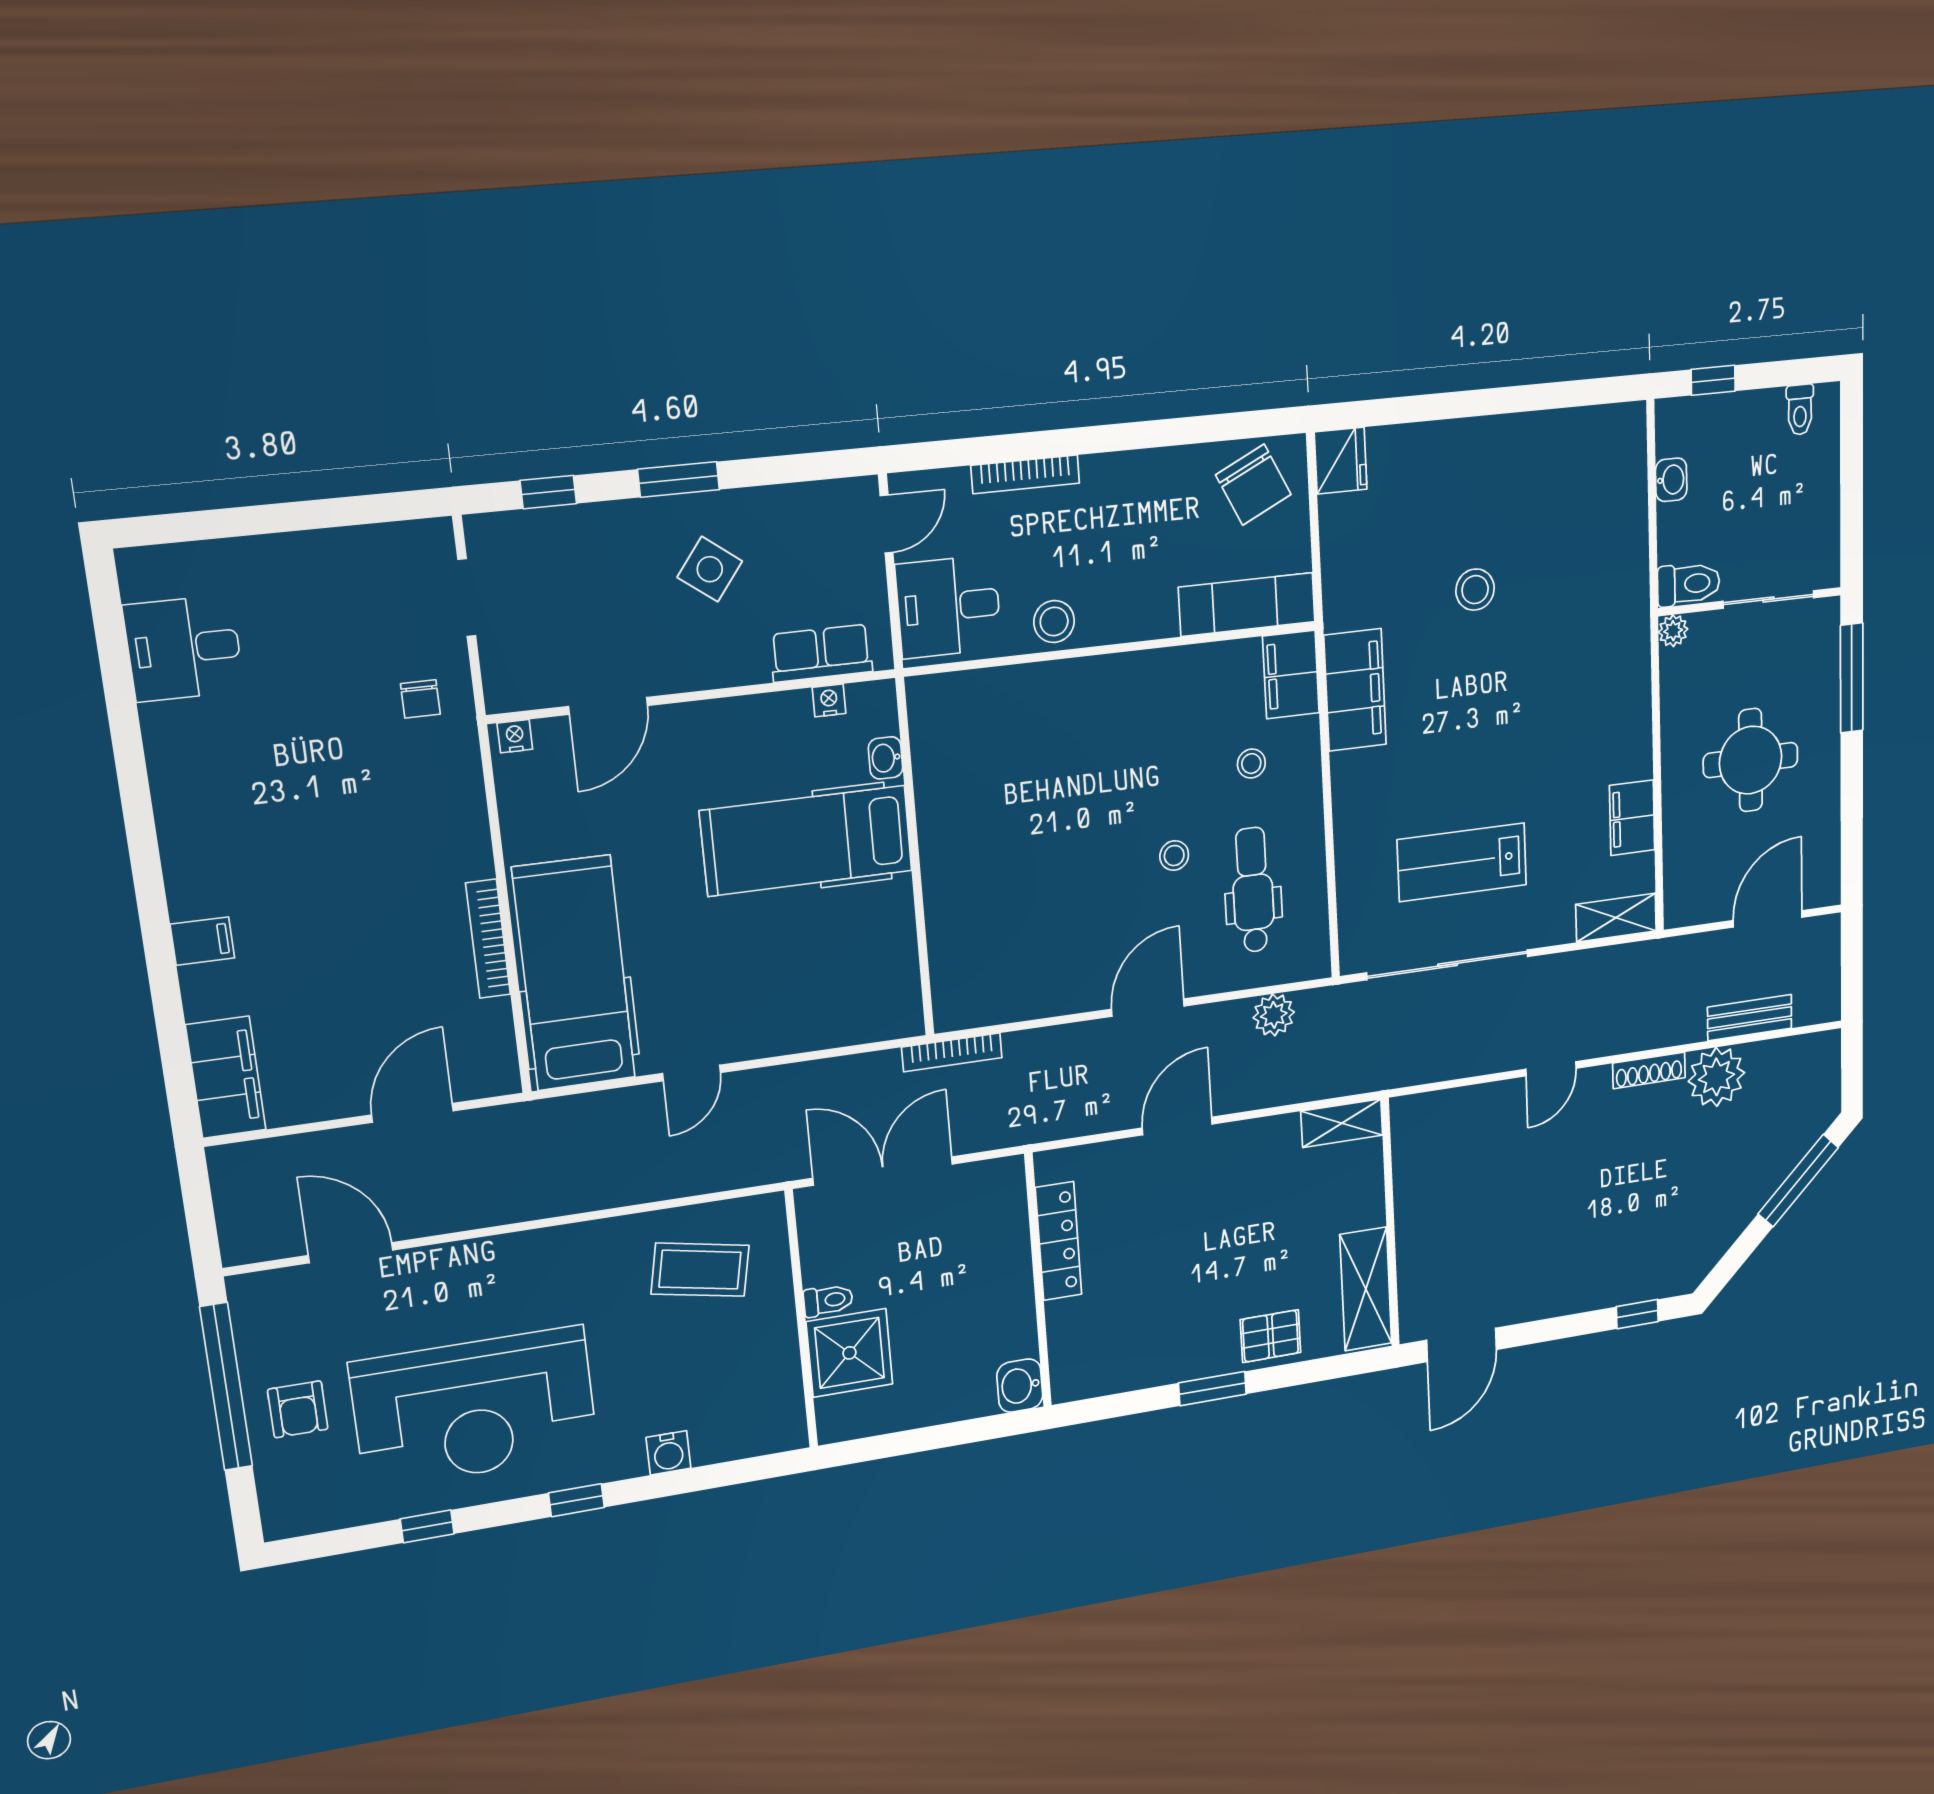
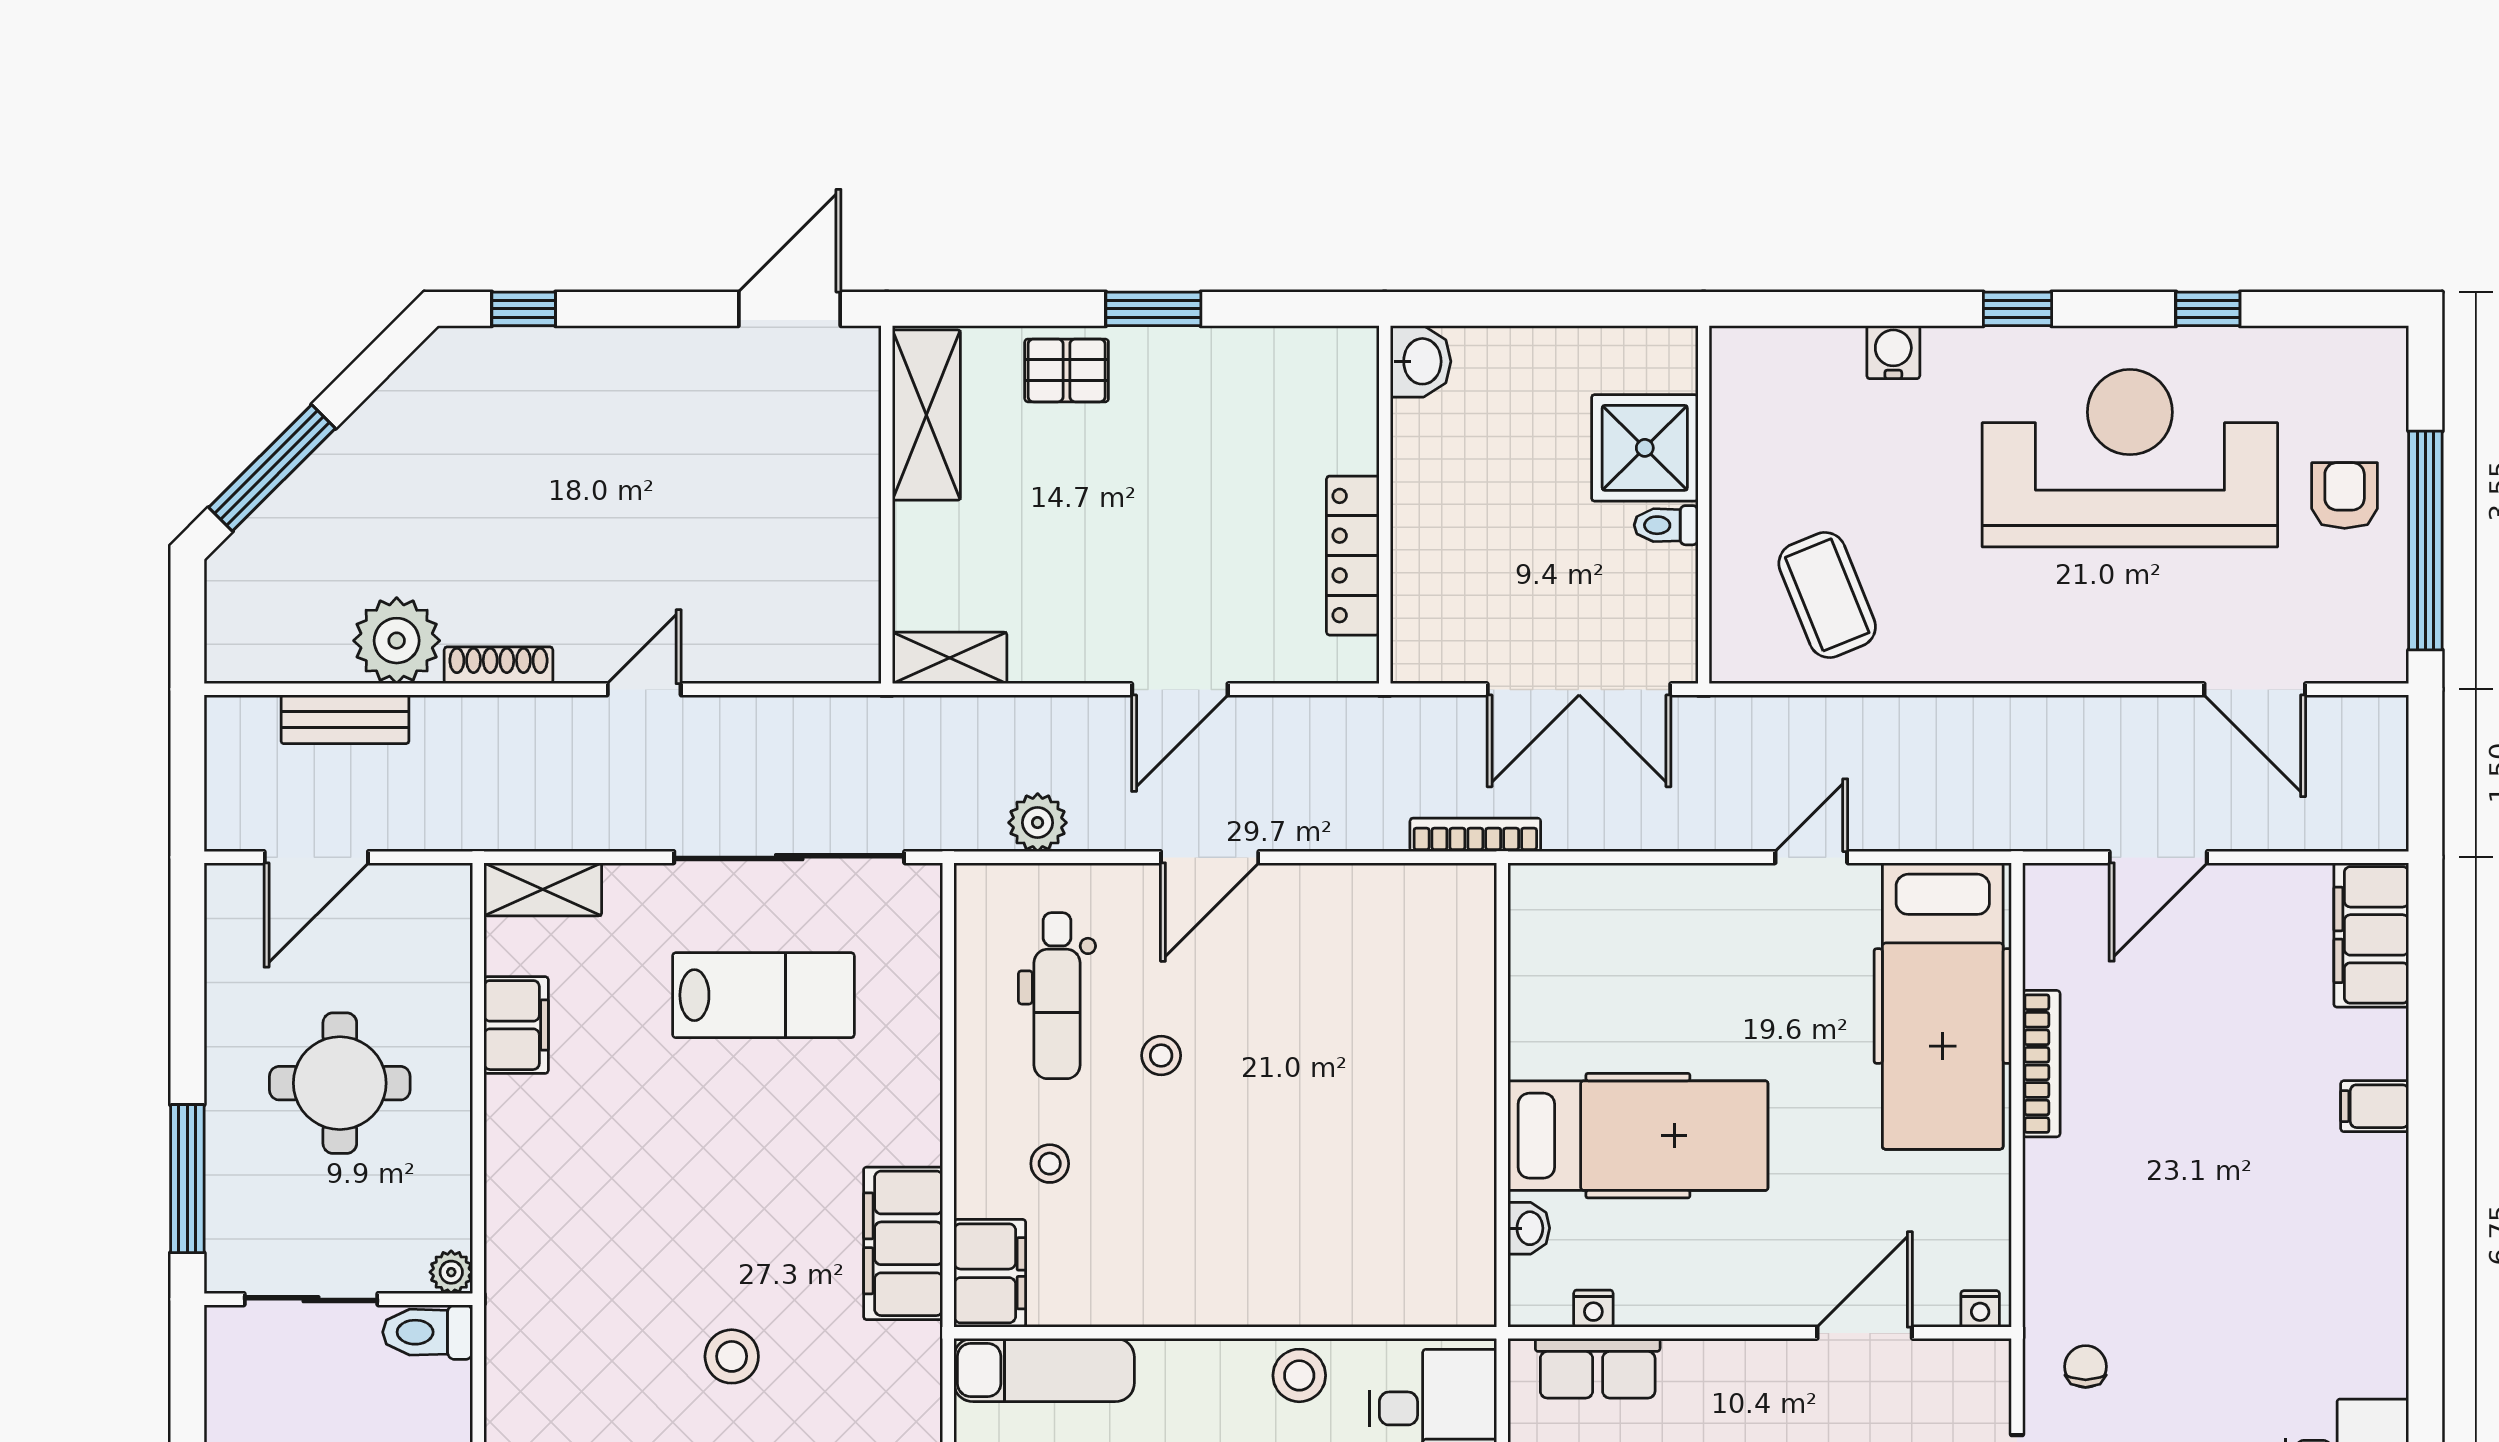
coffee table: (700, 1270) -> (1827, 595), turned 57

